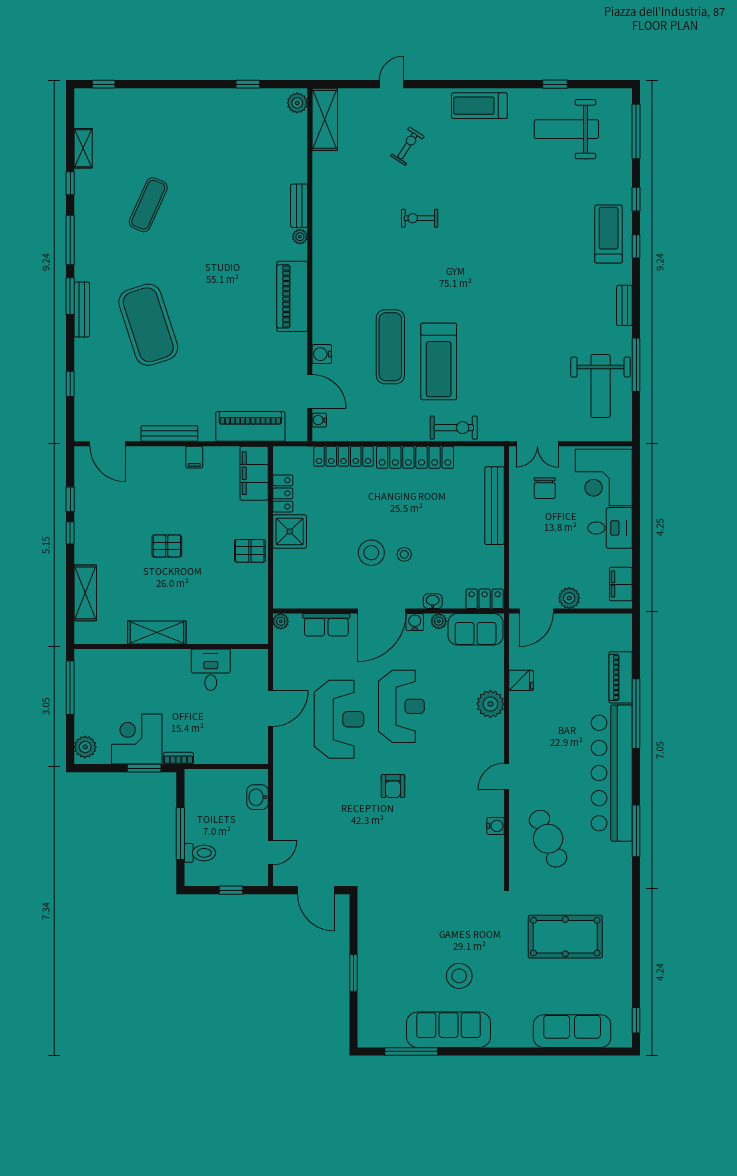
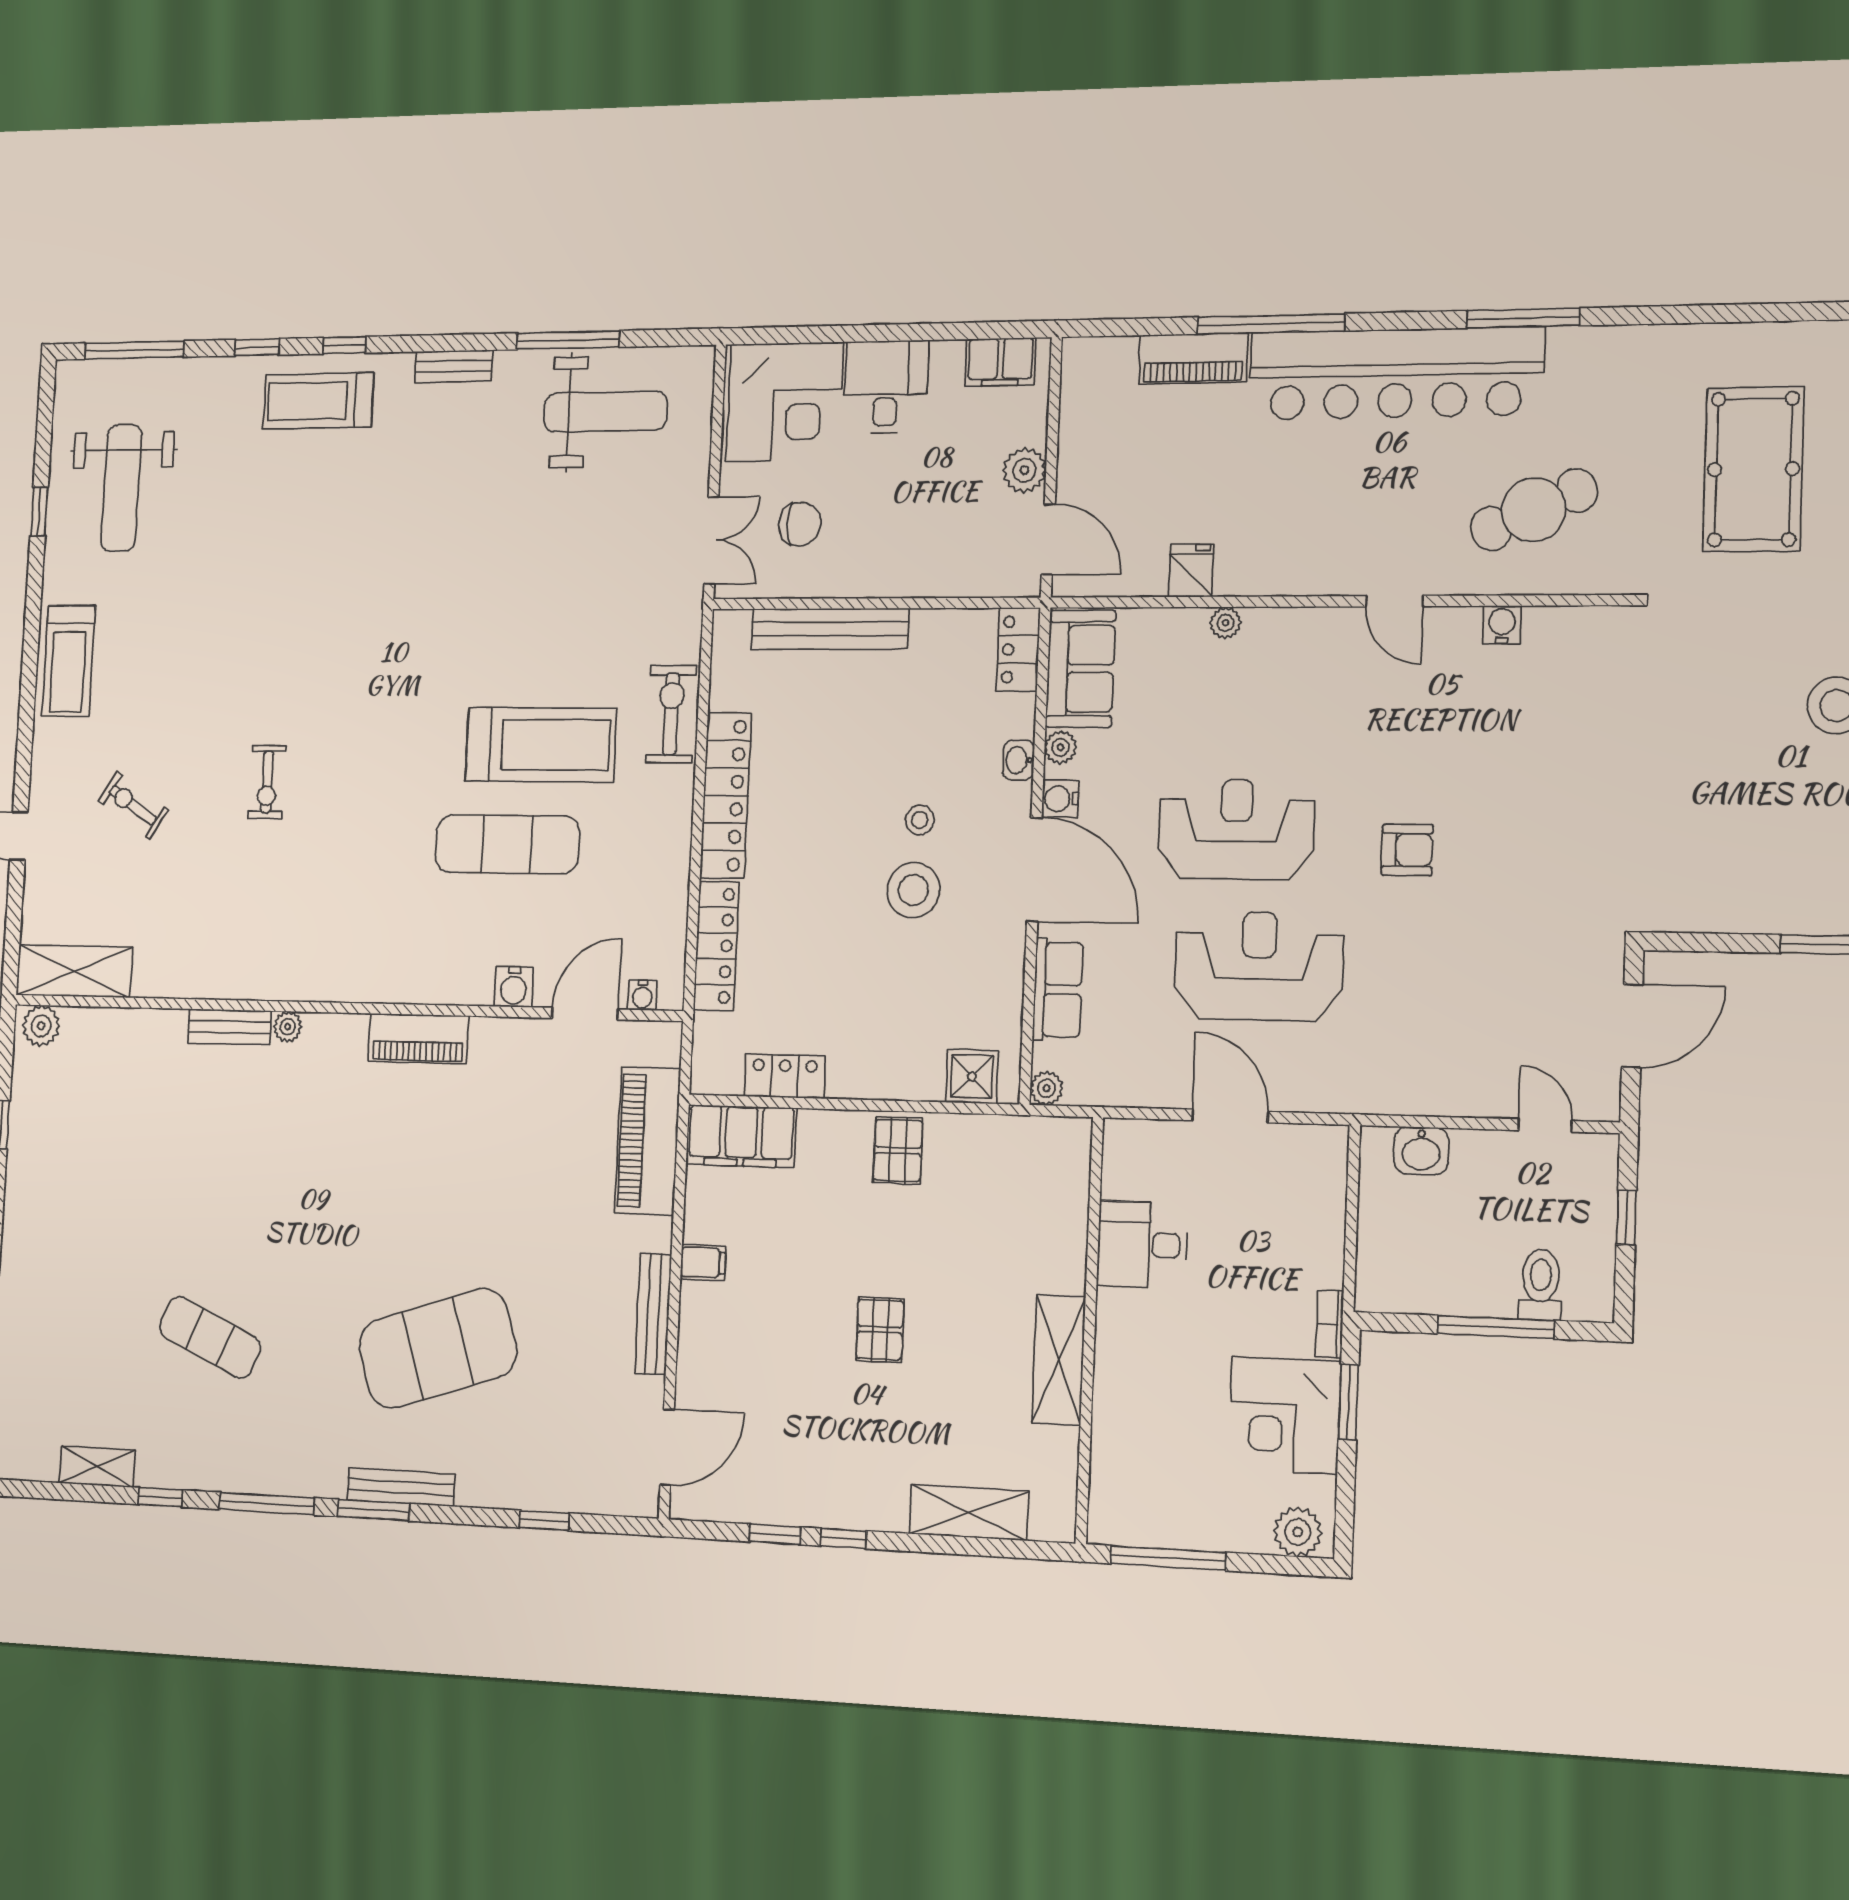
piano: (292, 296) -> (418, 1038), width x0.73, depth x0.75
shower: (290, 531) -> (972, 1076), moved, width x0.73, depth x0.73
plant: (490, 704) -> (1225, 623), width x0.53, depth x0.53

